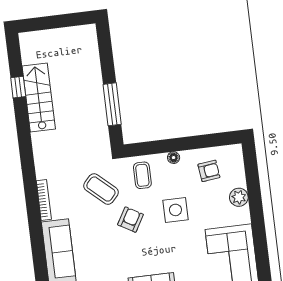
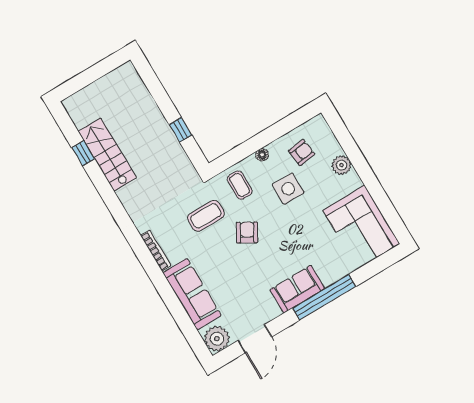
window: (112, 104) -> (181, 130), width x0.46
coffee table: (101, 189) -> (206, 216), turned -42
side table: (175, 210) -> (288, 189), moved

